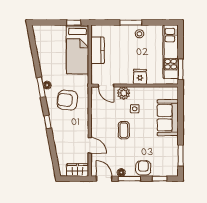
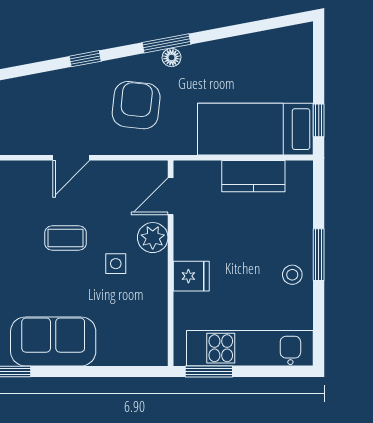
sofa: (168, 118) -> (53, 341), moved
door: (90, 145) -> (71, 158), moved

